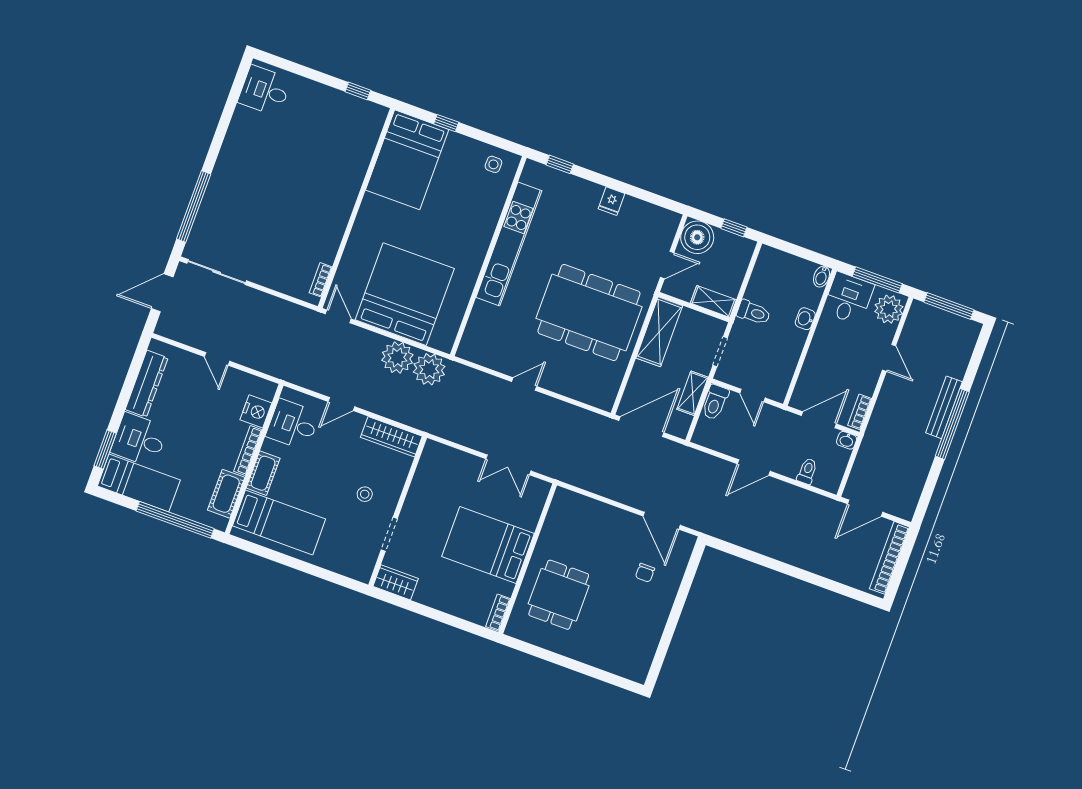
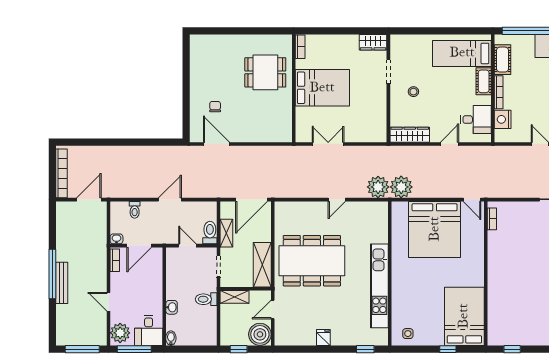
plant: (397, 358) -> (378, 187), moved
dining table: (559, 595) -> (265, 72), turned 90

